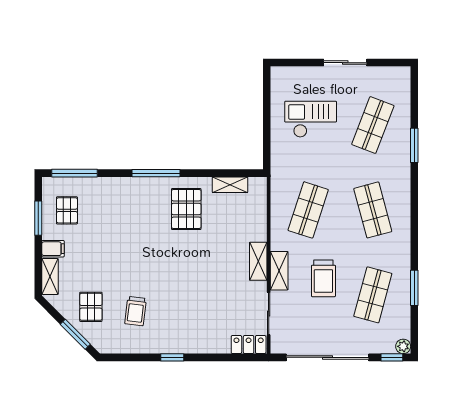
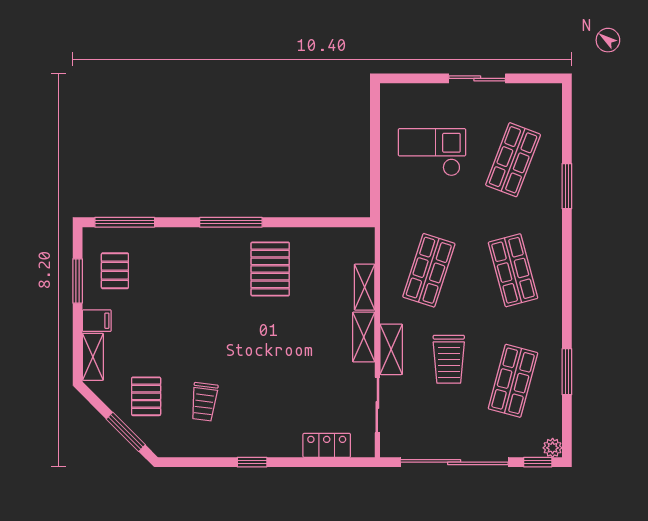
shelving: (230, 185) -> (365, 287), moved, turned 90
locker: (249, 345) -> (327, 445), moved

